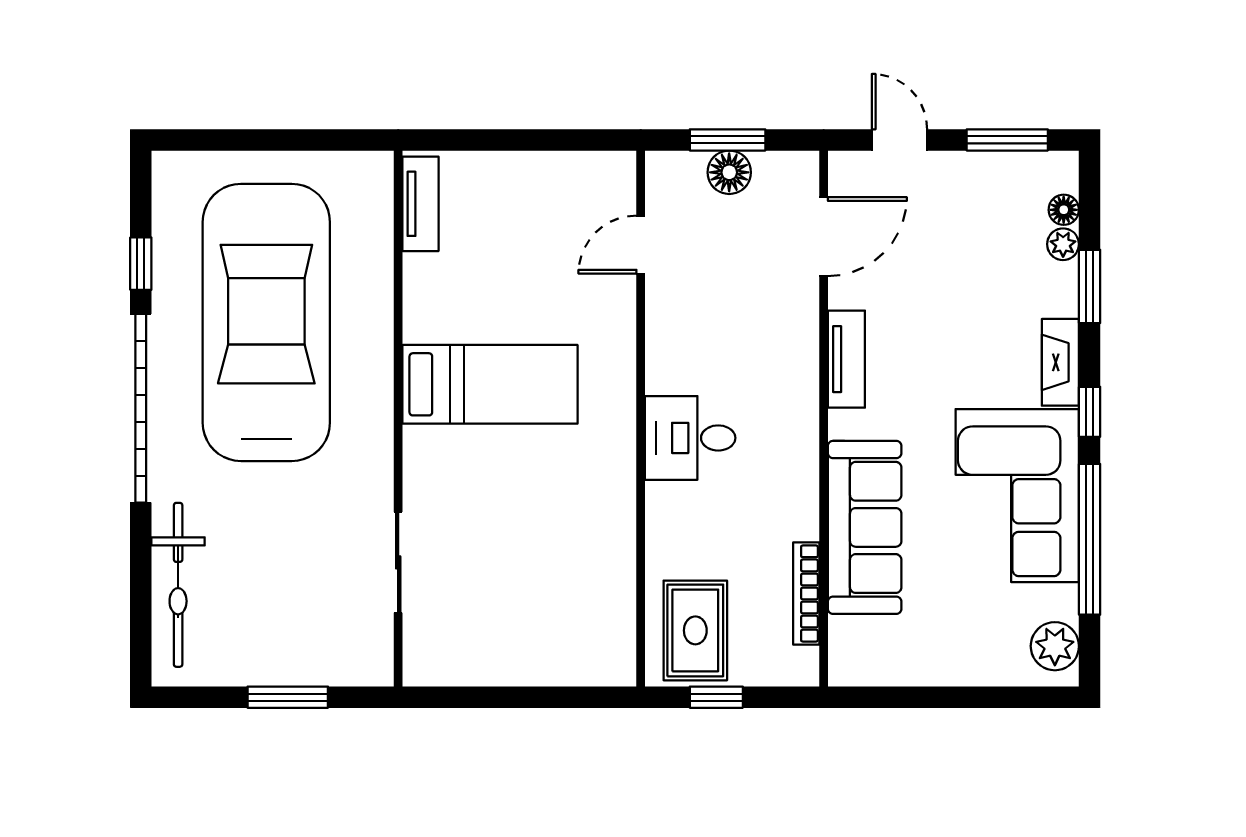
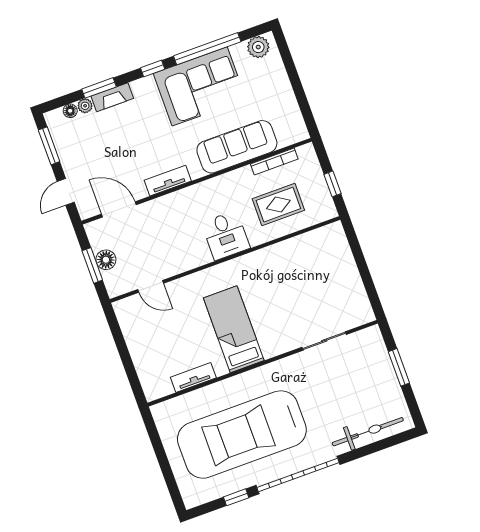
tv unit: (421, 204) -> (193, 377), moved
fireplace: (1060, 362) -> (112, 97), moved
rug: (695, 630) -> (278, 205), moved

